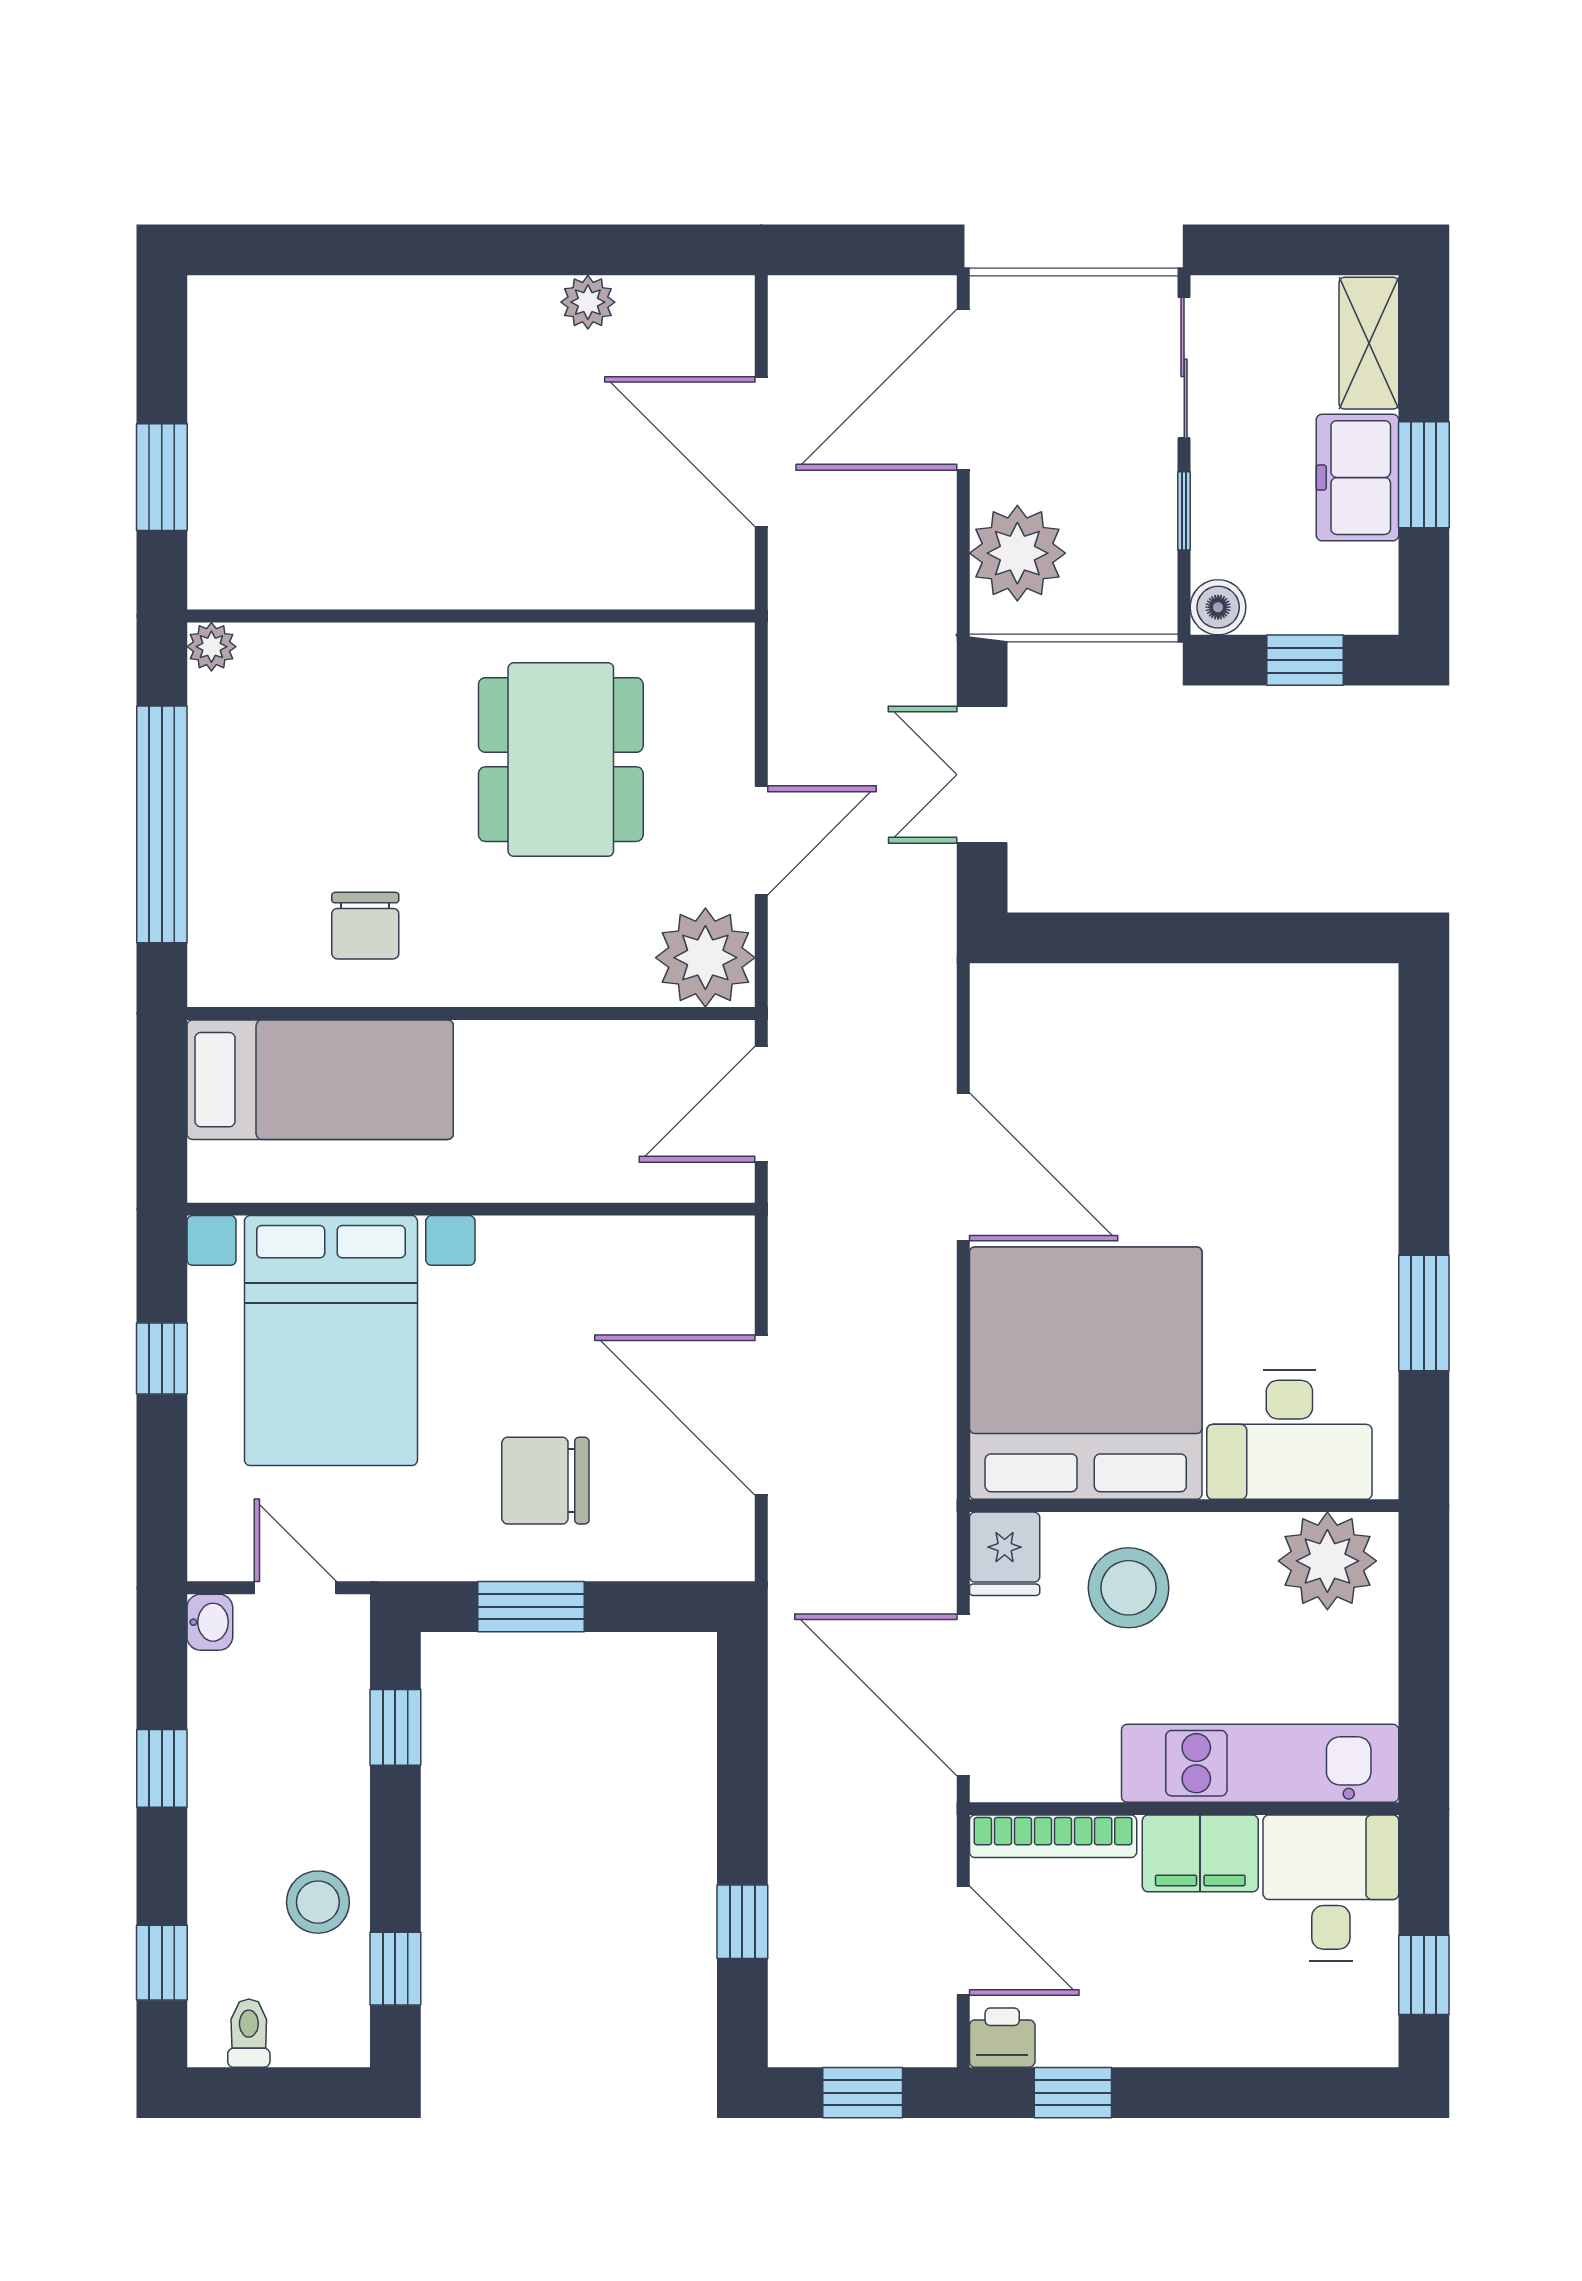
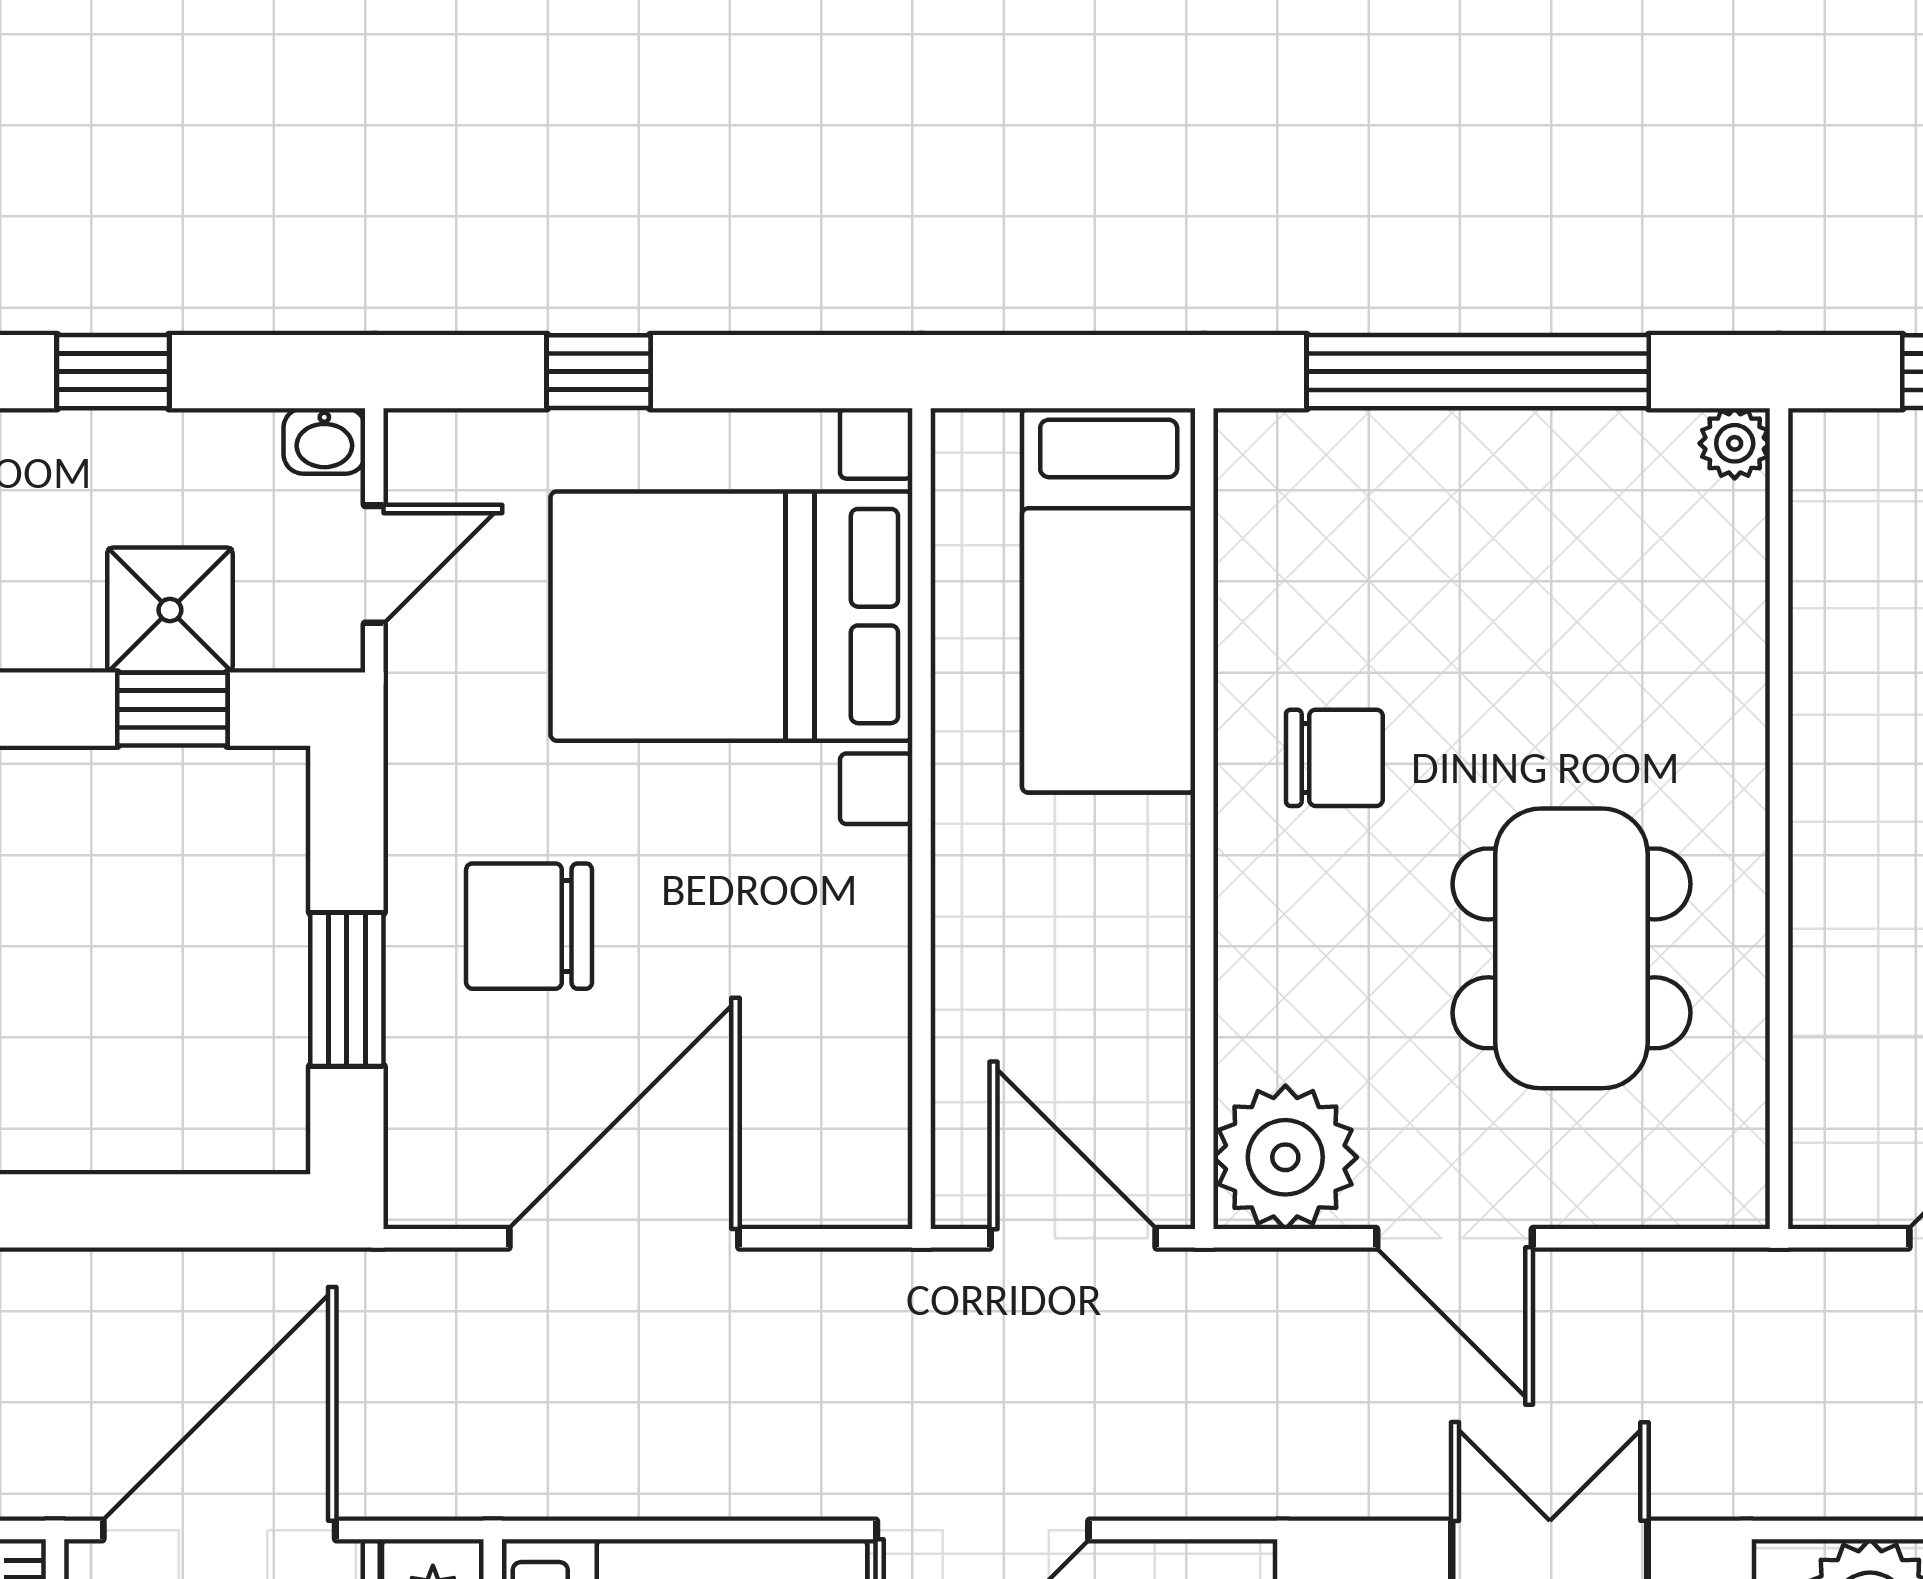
dining table: (561, 760) -> (1571, 948), turned 90
chair: (365, 926) -> (1334, 758), moved, turned 180
window: (162, 1358) -> (599, 372), moved
chair: (545, 1481) -> (529, 926), turned -90
window: (531, 1607) -> (347, 989), moved
shower: (327, 1729) -> (170, 610), added

